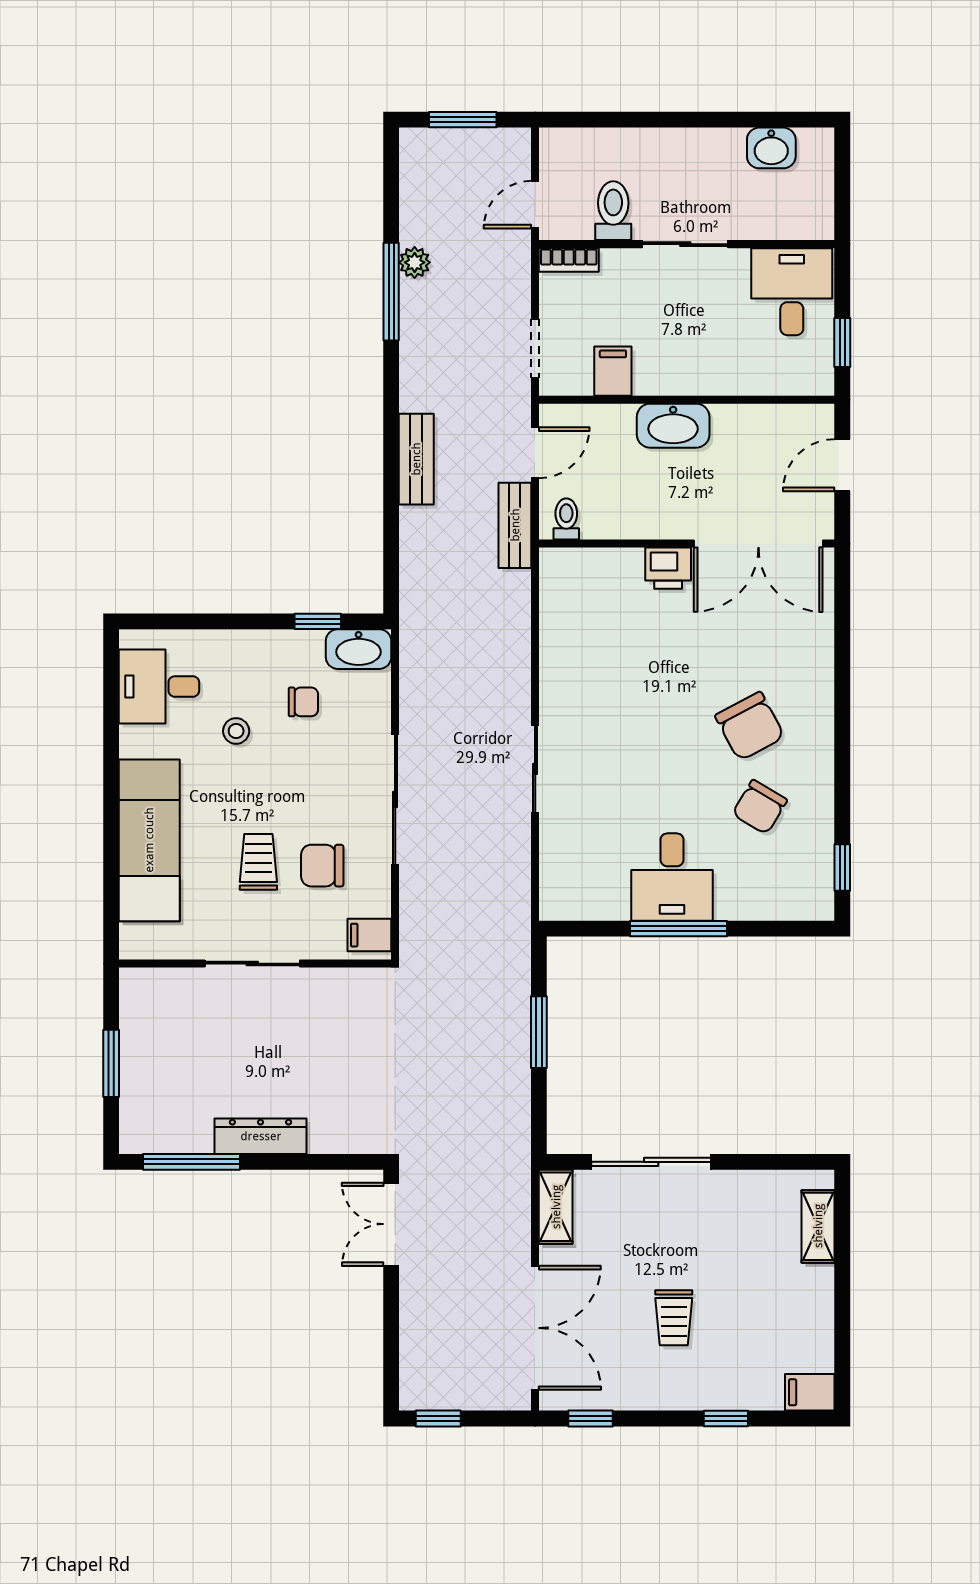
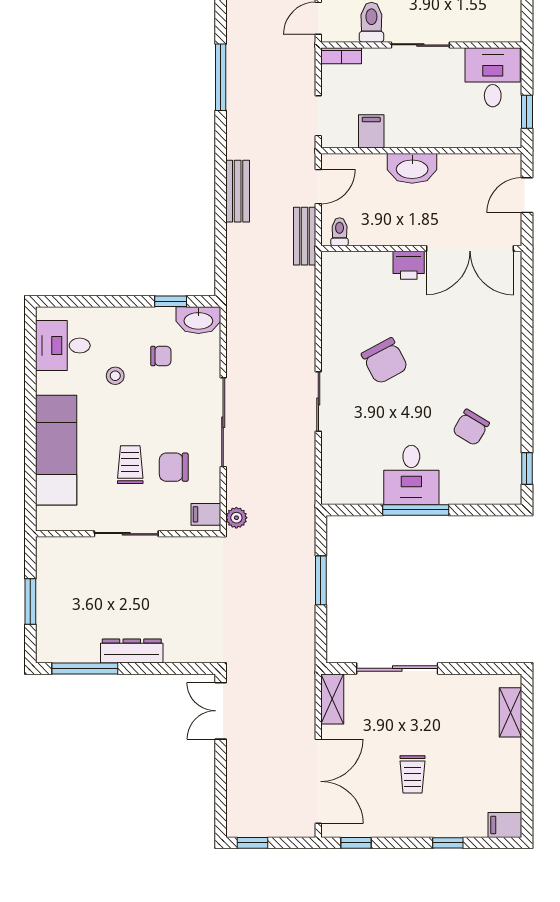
plant: (415, 262) -> (236, 518), moved
chair: (750, 726) -> (385, 361), moved

